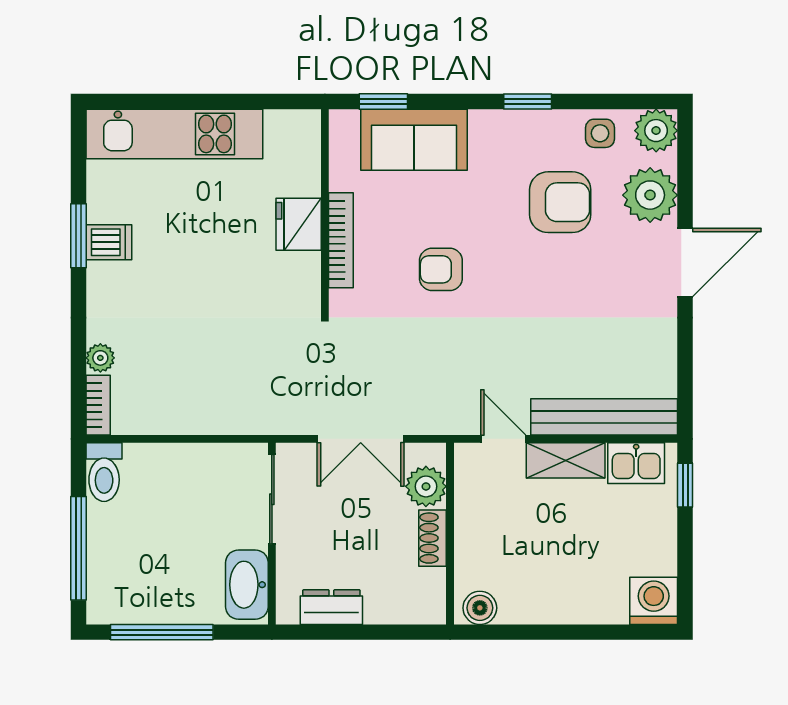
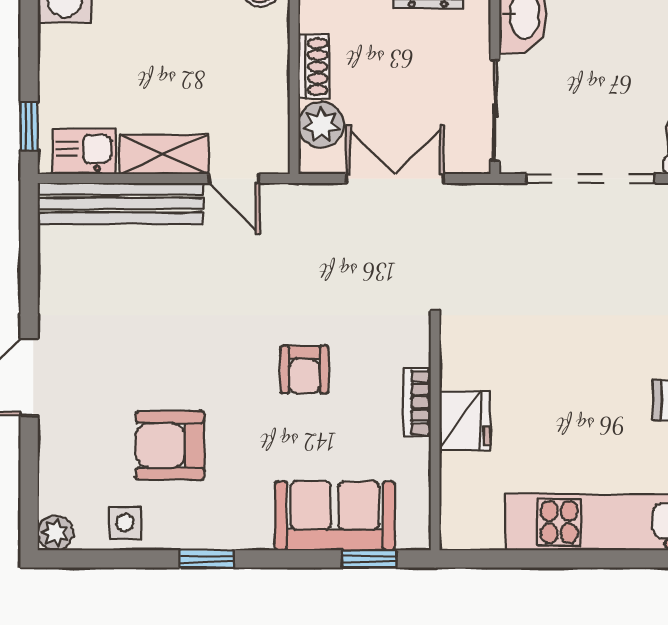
plant: (656, 131) -> (55, 533), width x0.73, depth x0.73
plant: (650, 195) -> (69, 453), removed
bookcase: (341, 240) -> (417, 402), width x0.64
armchair: (441, 269) -> (304, 370), turned 90
doorway: (187, 439) -> (590, 179), added

